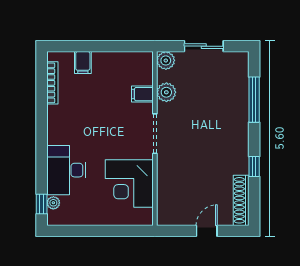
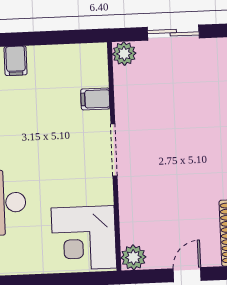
plant: (166, 92) -> (133, 257), moved
corner desk: (129, 184) -> (84, 238), moved

